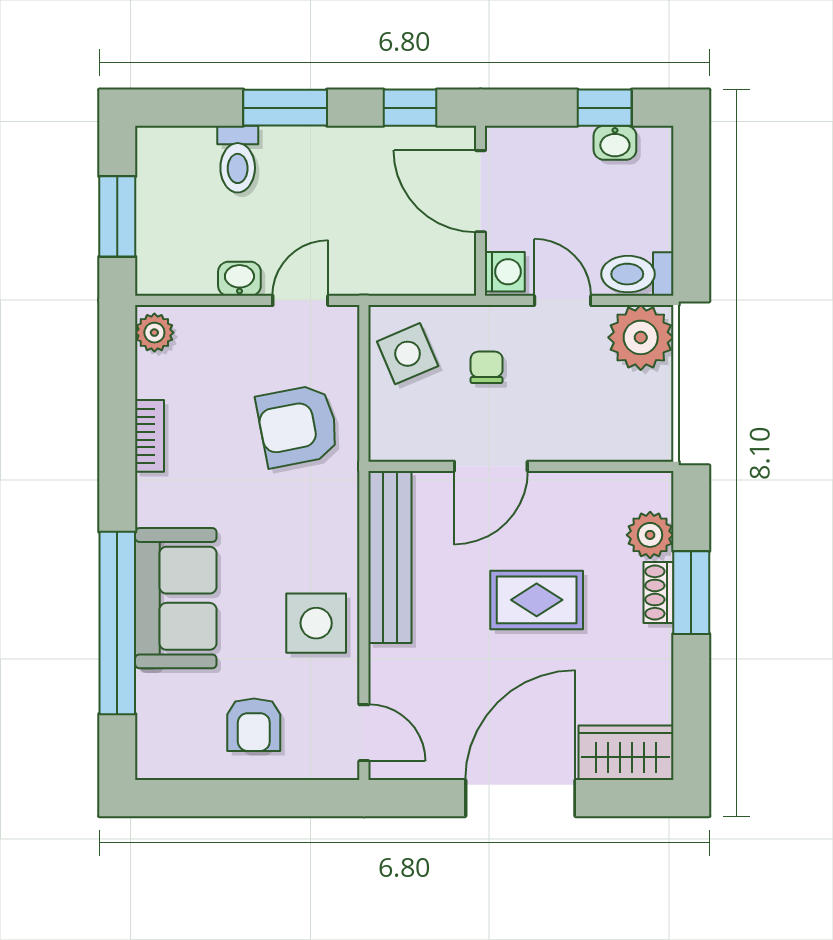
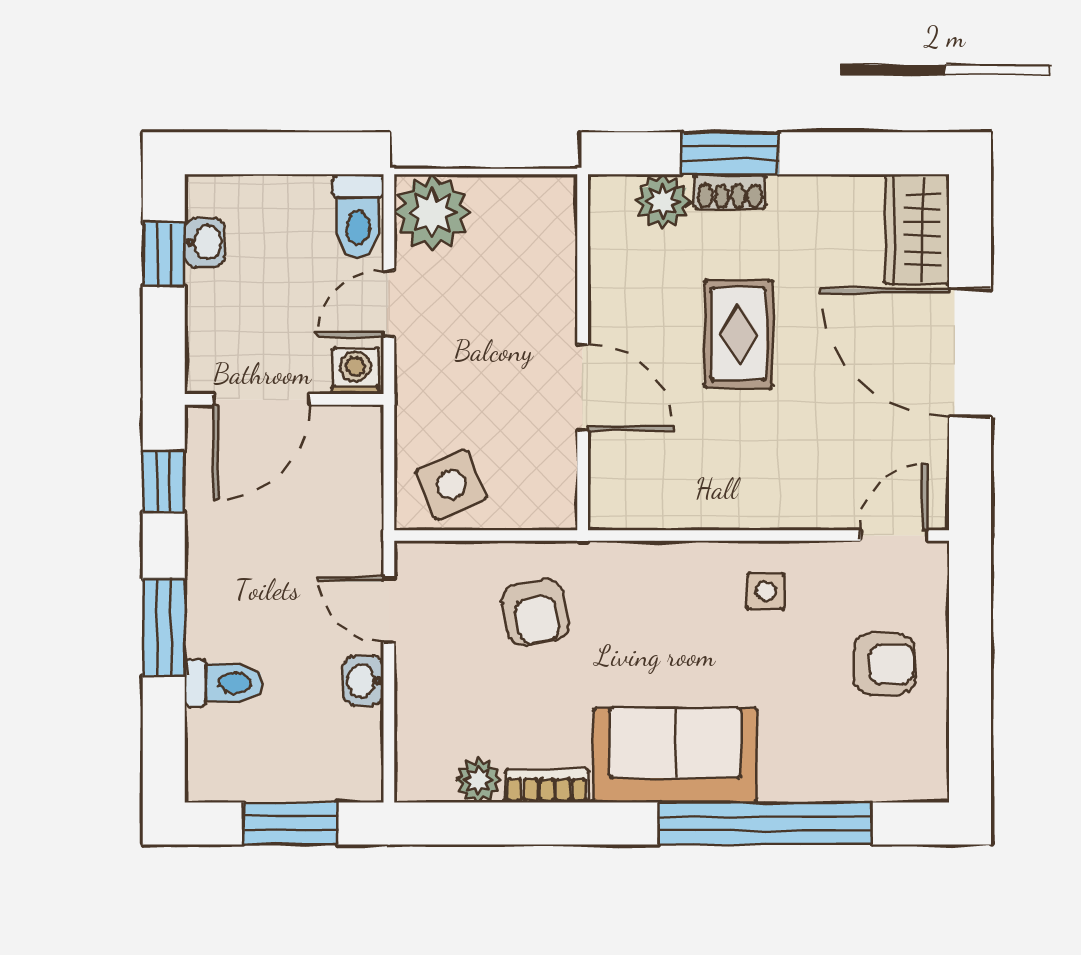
plant: (154, 333) -> (478, 780), moved
chair: (487, 367) -> (467, 392), removed
armchair: (298, 426) -> (535, 613), width x0.72, depth x0.72
bench: (390, 557) -> (688, 505), removed
sofa: (176, 598) -> (675, 755), moved
side table: (316, 623) -> (766, 591), width x0.54, depth x0.54

